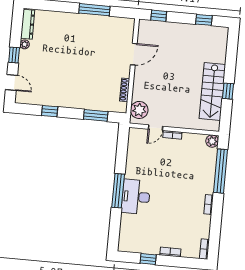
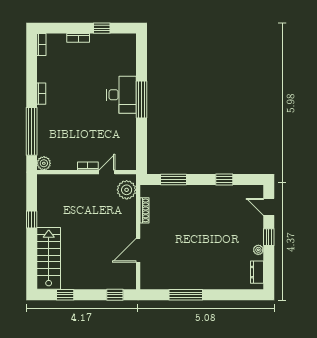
dresser: (28, 24) -> (257, 272), width x0.70
stairs: (212, 91) -> (49, 258), moved

